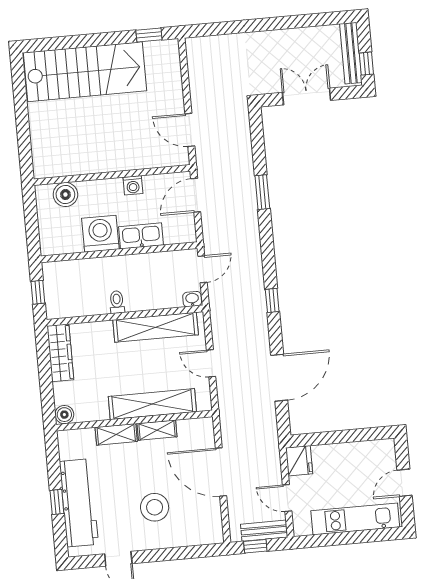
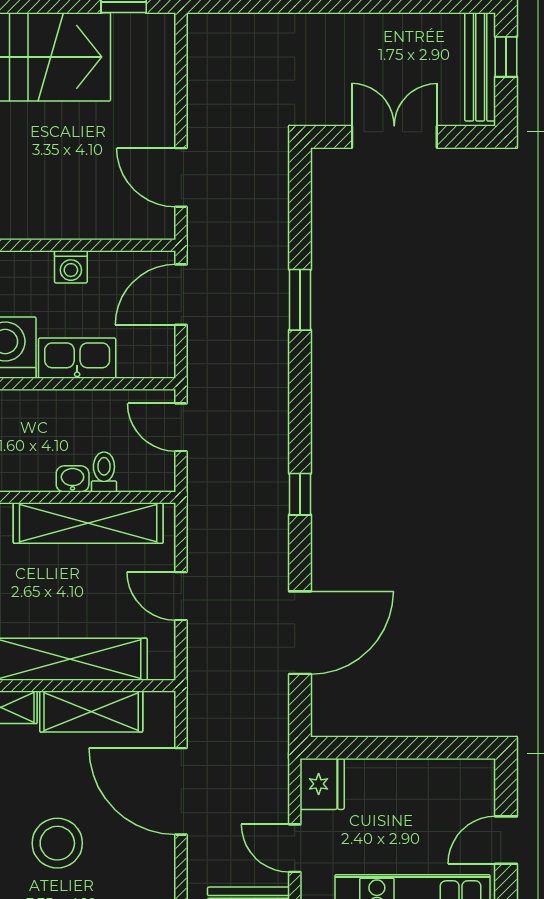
window: (366, 64) -> (506, 57), moved
door: (202, 269) -> (181, 427), swing flipped
washbasin: (192, 299) -> (73, 479), moved
toilet: (117, 302) -> (104, 472), moved
shelving: (157, 430) -> (91, 711), width x1.50, depth x1.33

